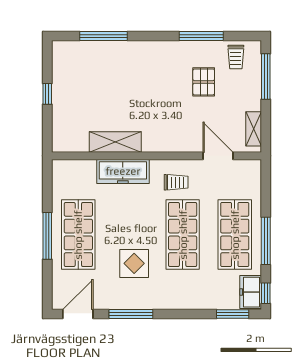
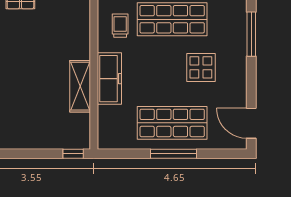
window: (47, 94) -> (73, 154), moved
window: (131, 314) -> (251, 34), moved

